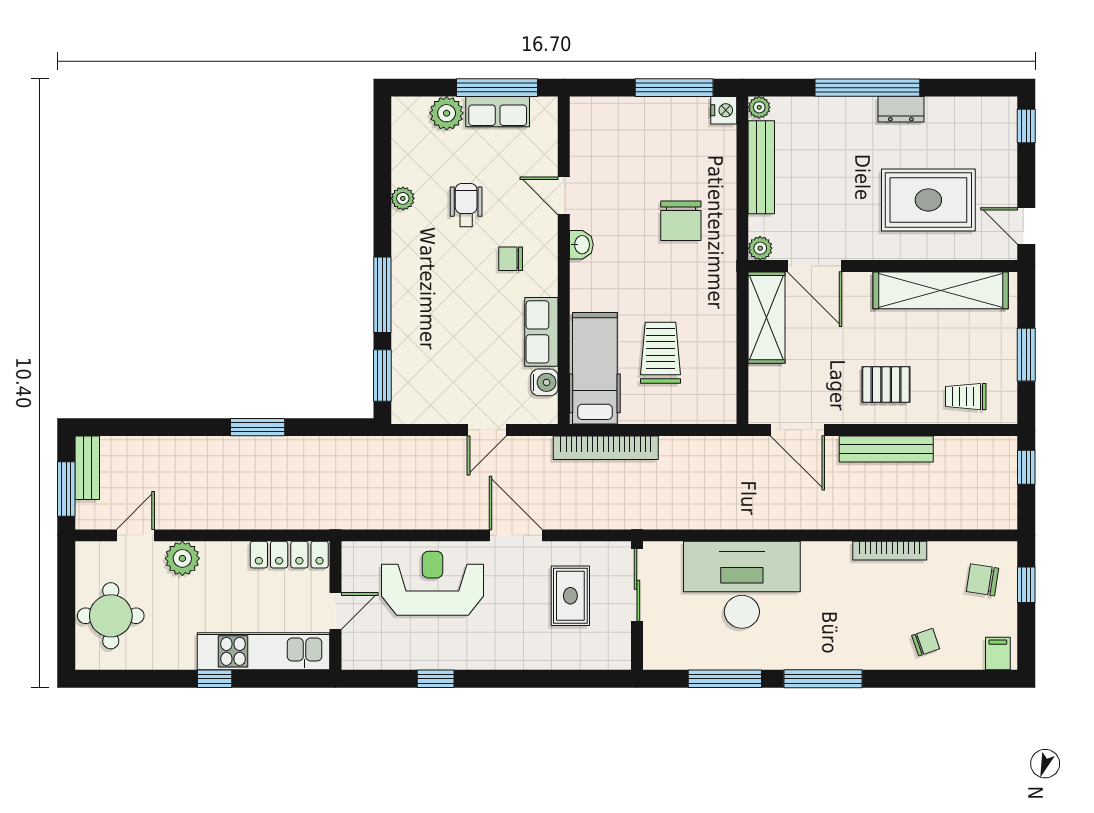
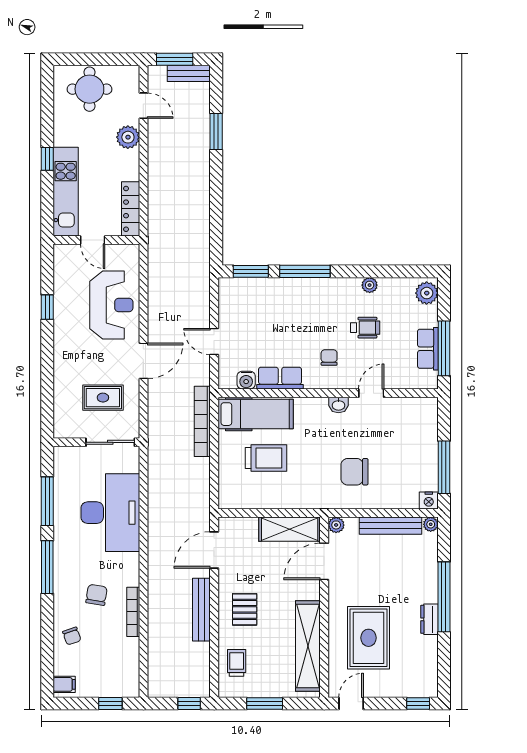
plant: (447, 113) -> (427, 293), moved
window: (258, 427) -> (216, 131), moved
chair: (983, 580) -> (96, 595), moved

